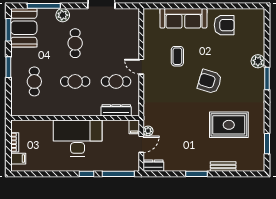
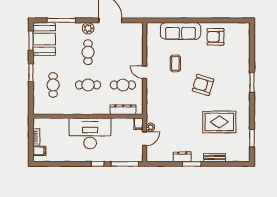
plant: (63, 15) -> (88, 28), moved
armchair: (224, 25) -> (215, 37), turned 180
plant: (258, 61) -> (244, 68), removed
dresser: (153, 166) -> (182, 157), moved

